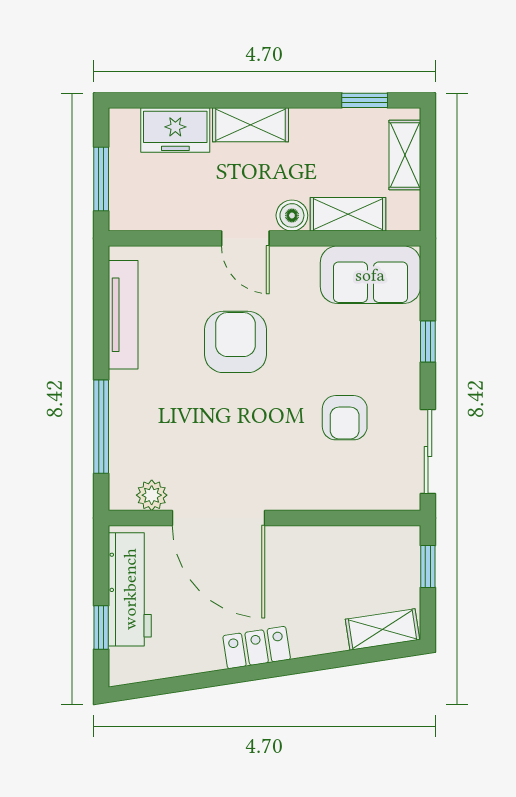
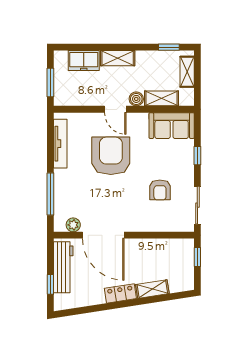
armchair: (235, 342) -> (111, 156), width x1.36, depth x1.36
shelving: (382, 629) -> (152, 289), moved

